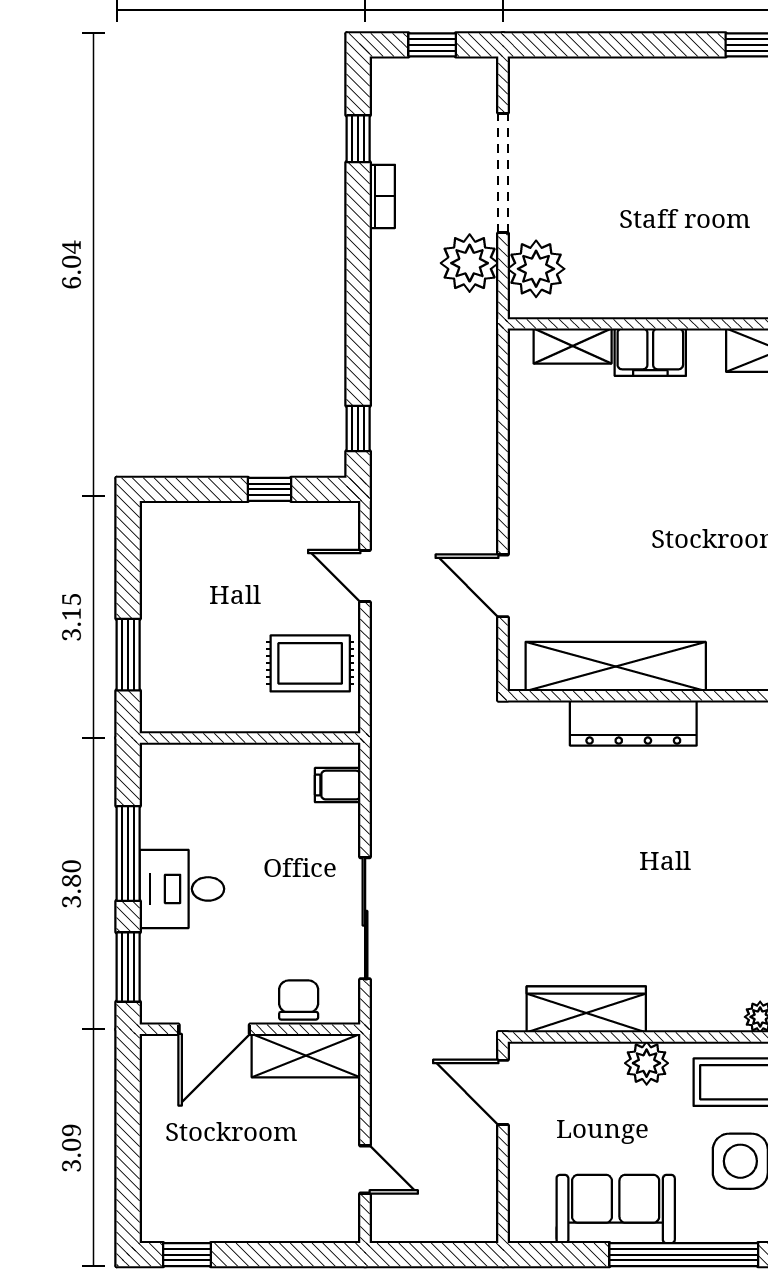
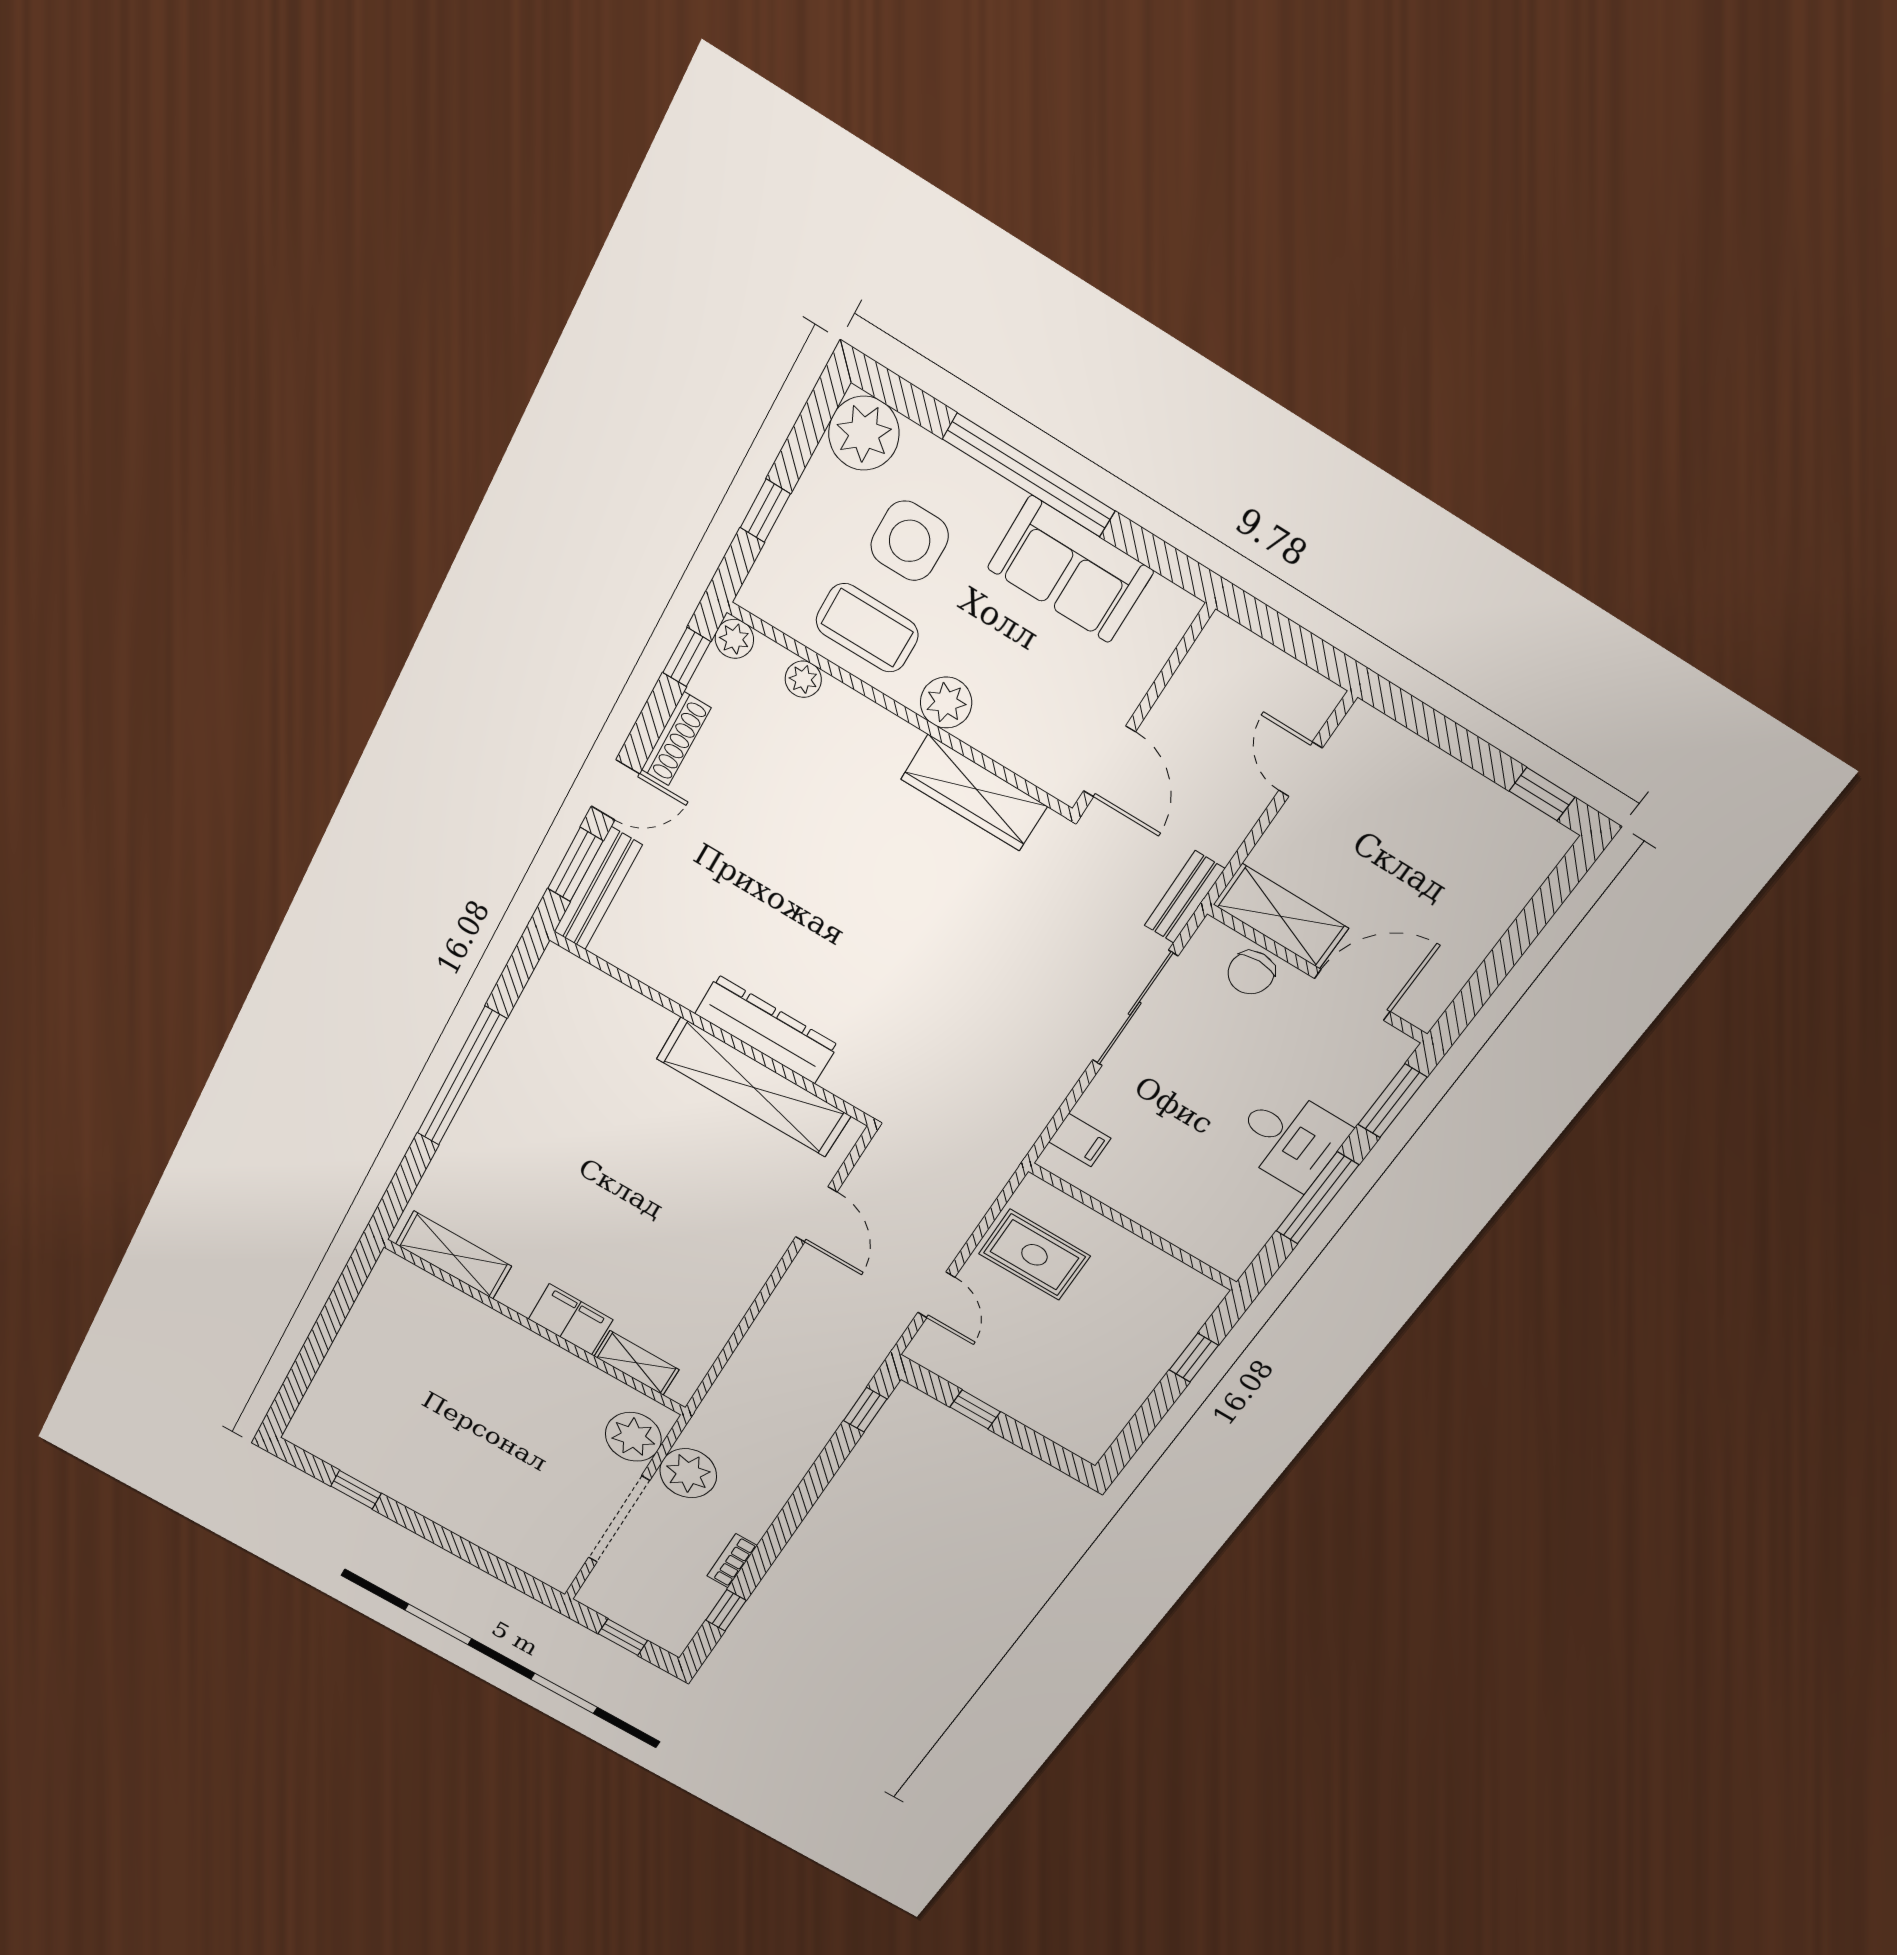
window: (128, 655) -> (1194, 1358), width x0.67
bench: (385, 1027) -> (1185, 897), added

